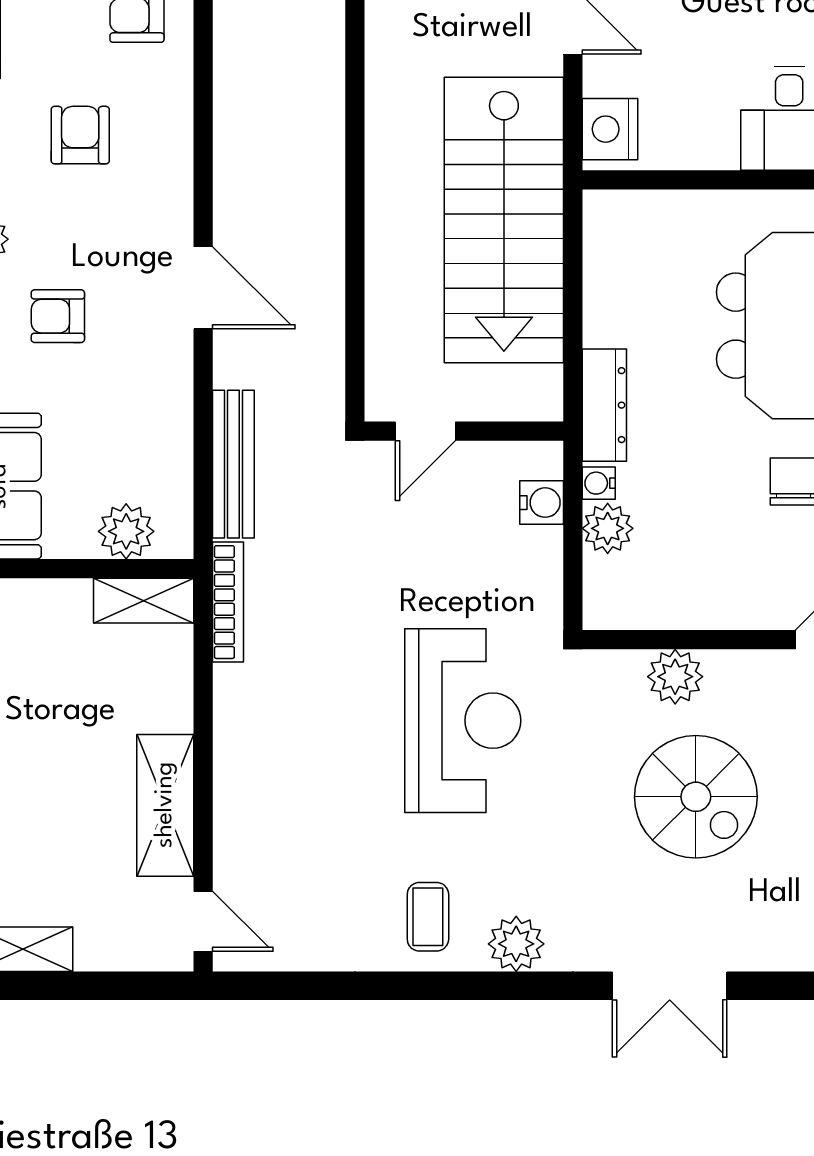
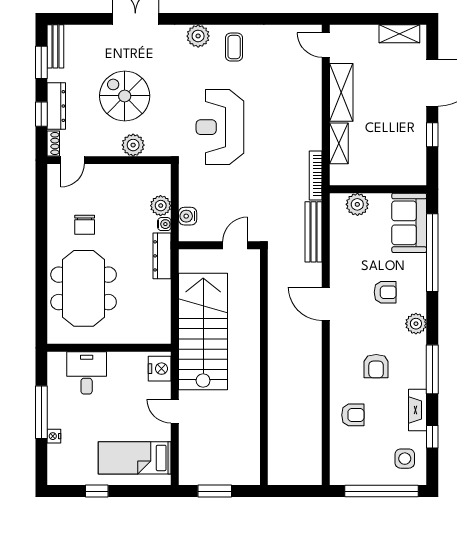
shelving: (144, 601) -> (339, 143), moved, turned 90

